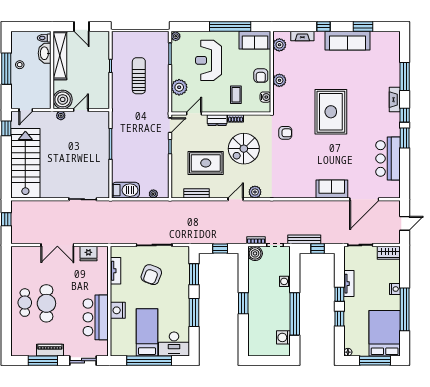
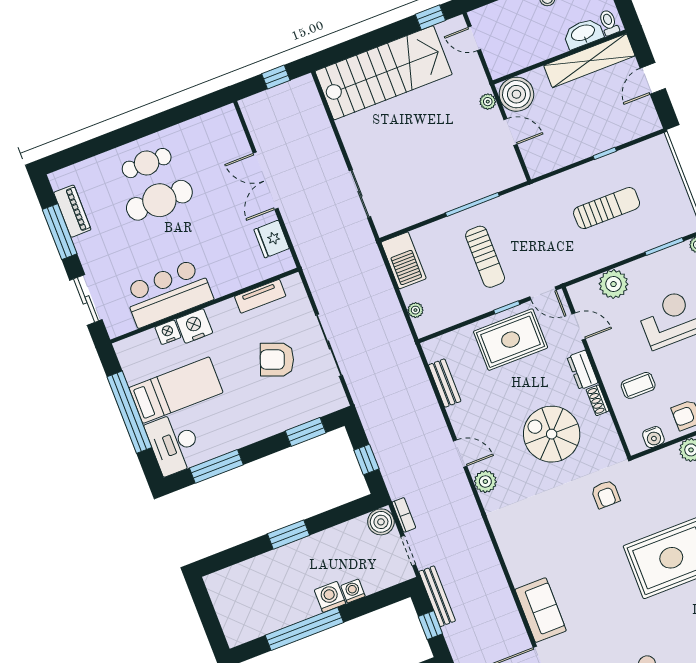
sun lounger: (140, 148) -> (485, 257), added
rug: (206, 163) -> (511, 340), moved, turned 90
window: (194, 313) -> (216, 466), moved
nightstand: (116, 325) -> (168, 332), added
washing machine: (283, 337) -> (330, 597), moved
piano: (50, 350) -> (72, 211), moved

